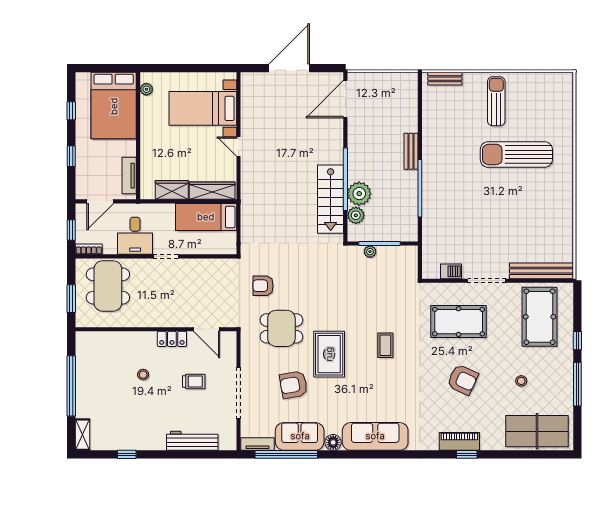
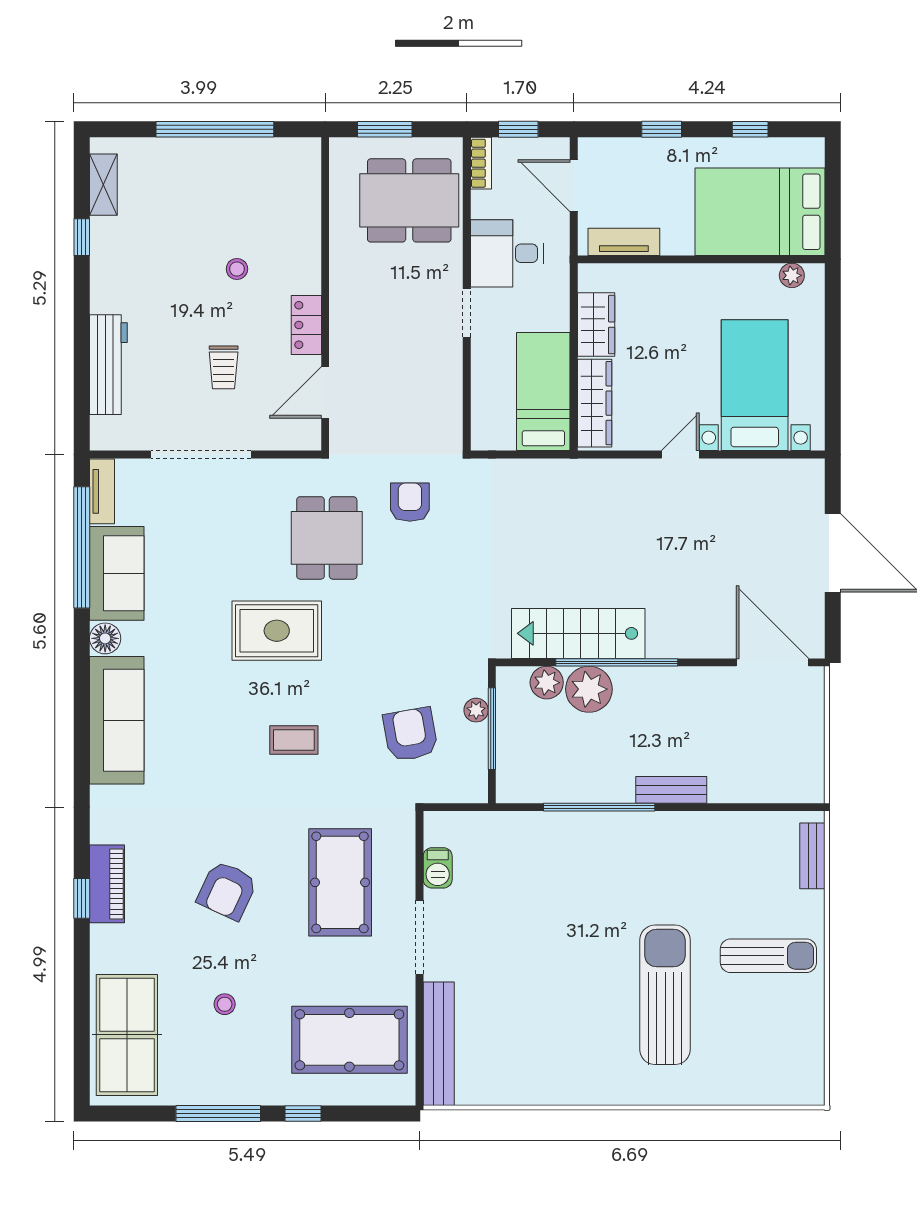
armchair: (294, 385) -> (410, 734), moved
shelving: (82, 435) -> (103, 185), moved, turned 90

